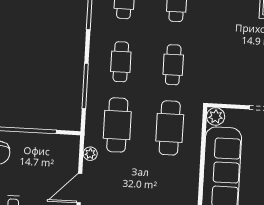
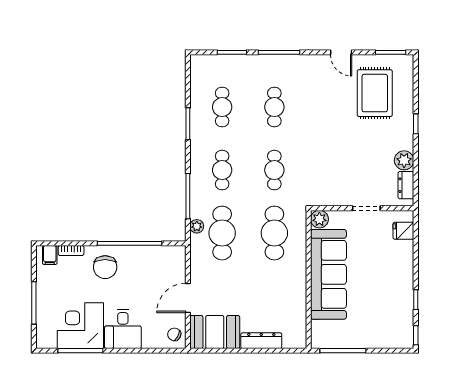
plant: (90, 154) -> (197, 226), moved

